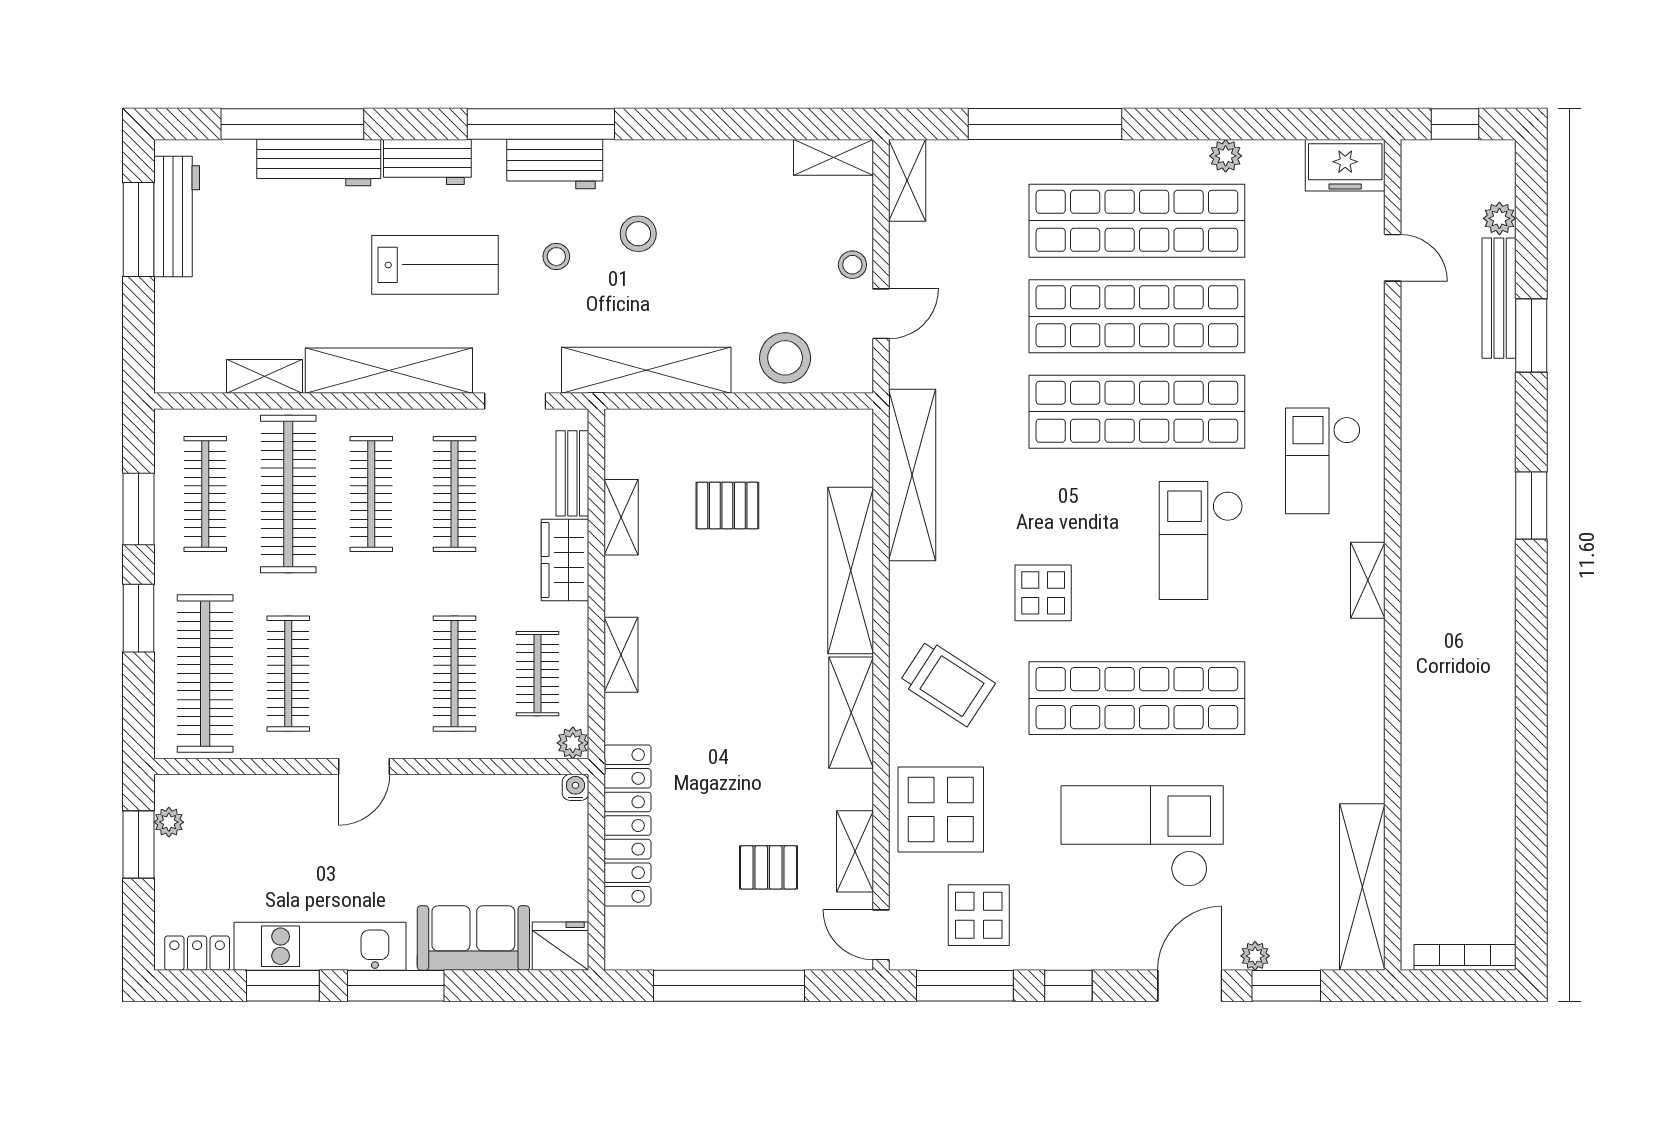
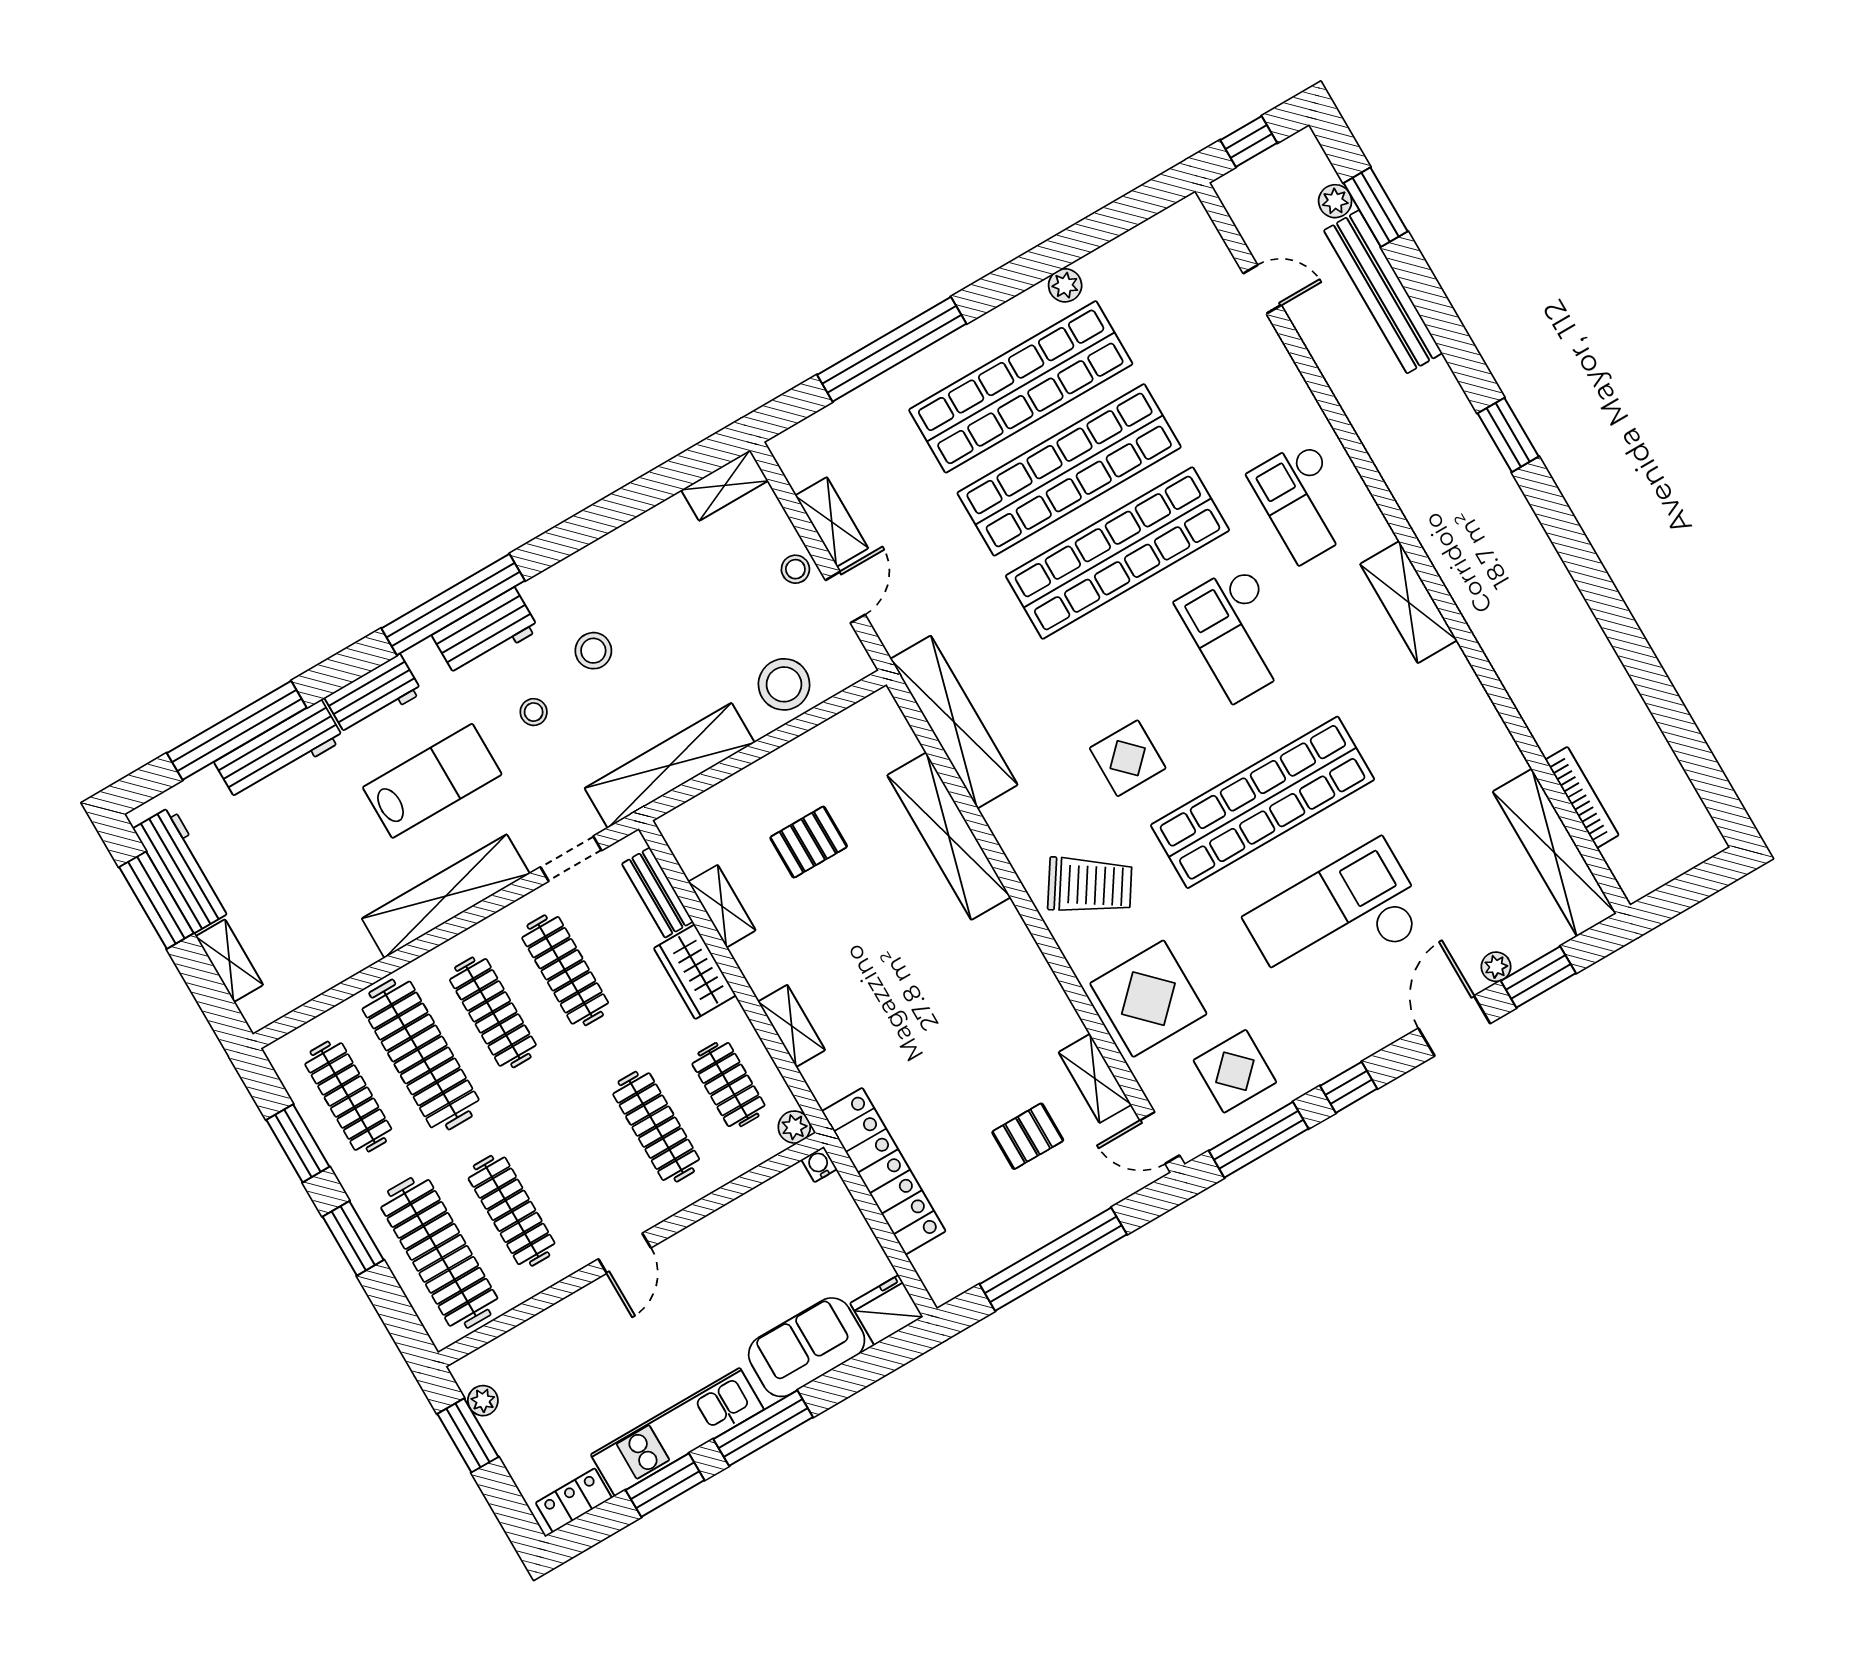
freezer: (1345, 165) -> (1174, 233), removed
shelving: (907, 180) -> (832, 522), moved
bench: (1499, 298) -> (1383, 292), width x1.37, depth x1.21
window: (1531, 336) -> (1376, 207), moved
shelving: (264, 376) -> (229, 961), moved, turned 90
shelving: (1368, 580) -> (1409, 602), width x1.50, depth x1.33
shelving: (851, 713) -> (1021, 960), removed
bookcase: (1465, 957) -> (1582, 797), moved, turned 90

